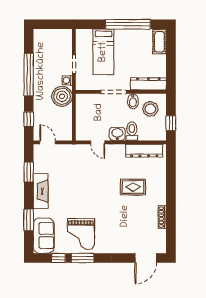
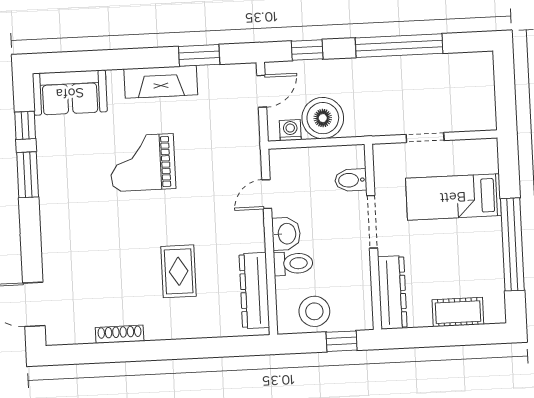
cot: (159, 42) -> (458, 312), moved
washing machine: (67, 80) -> (290, 130), moved
boiler: (62, 96) -> (323, 118), moved
bidet: (133, 101) -> (351, 180), moved
stool: (150, 109) -> (314, 311), moved
window: (171, 123) -> (342, 341), moved
window: (29, 220) -> (100, 60), removed
grand piano: (81, 234) -> (143, 163), moved

